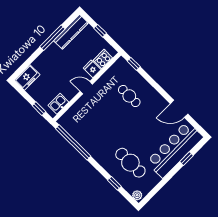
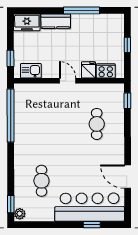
kitchen counter: (71, 32) -> (56, 21), moved, width x0.67
cafe table: (130, 163) -> (41, 181), width x0.73, depth x0.74
window: (114, 183) -> (11, 204), moved

